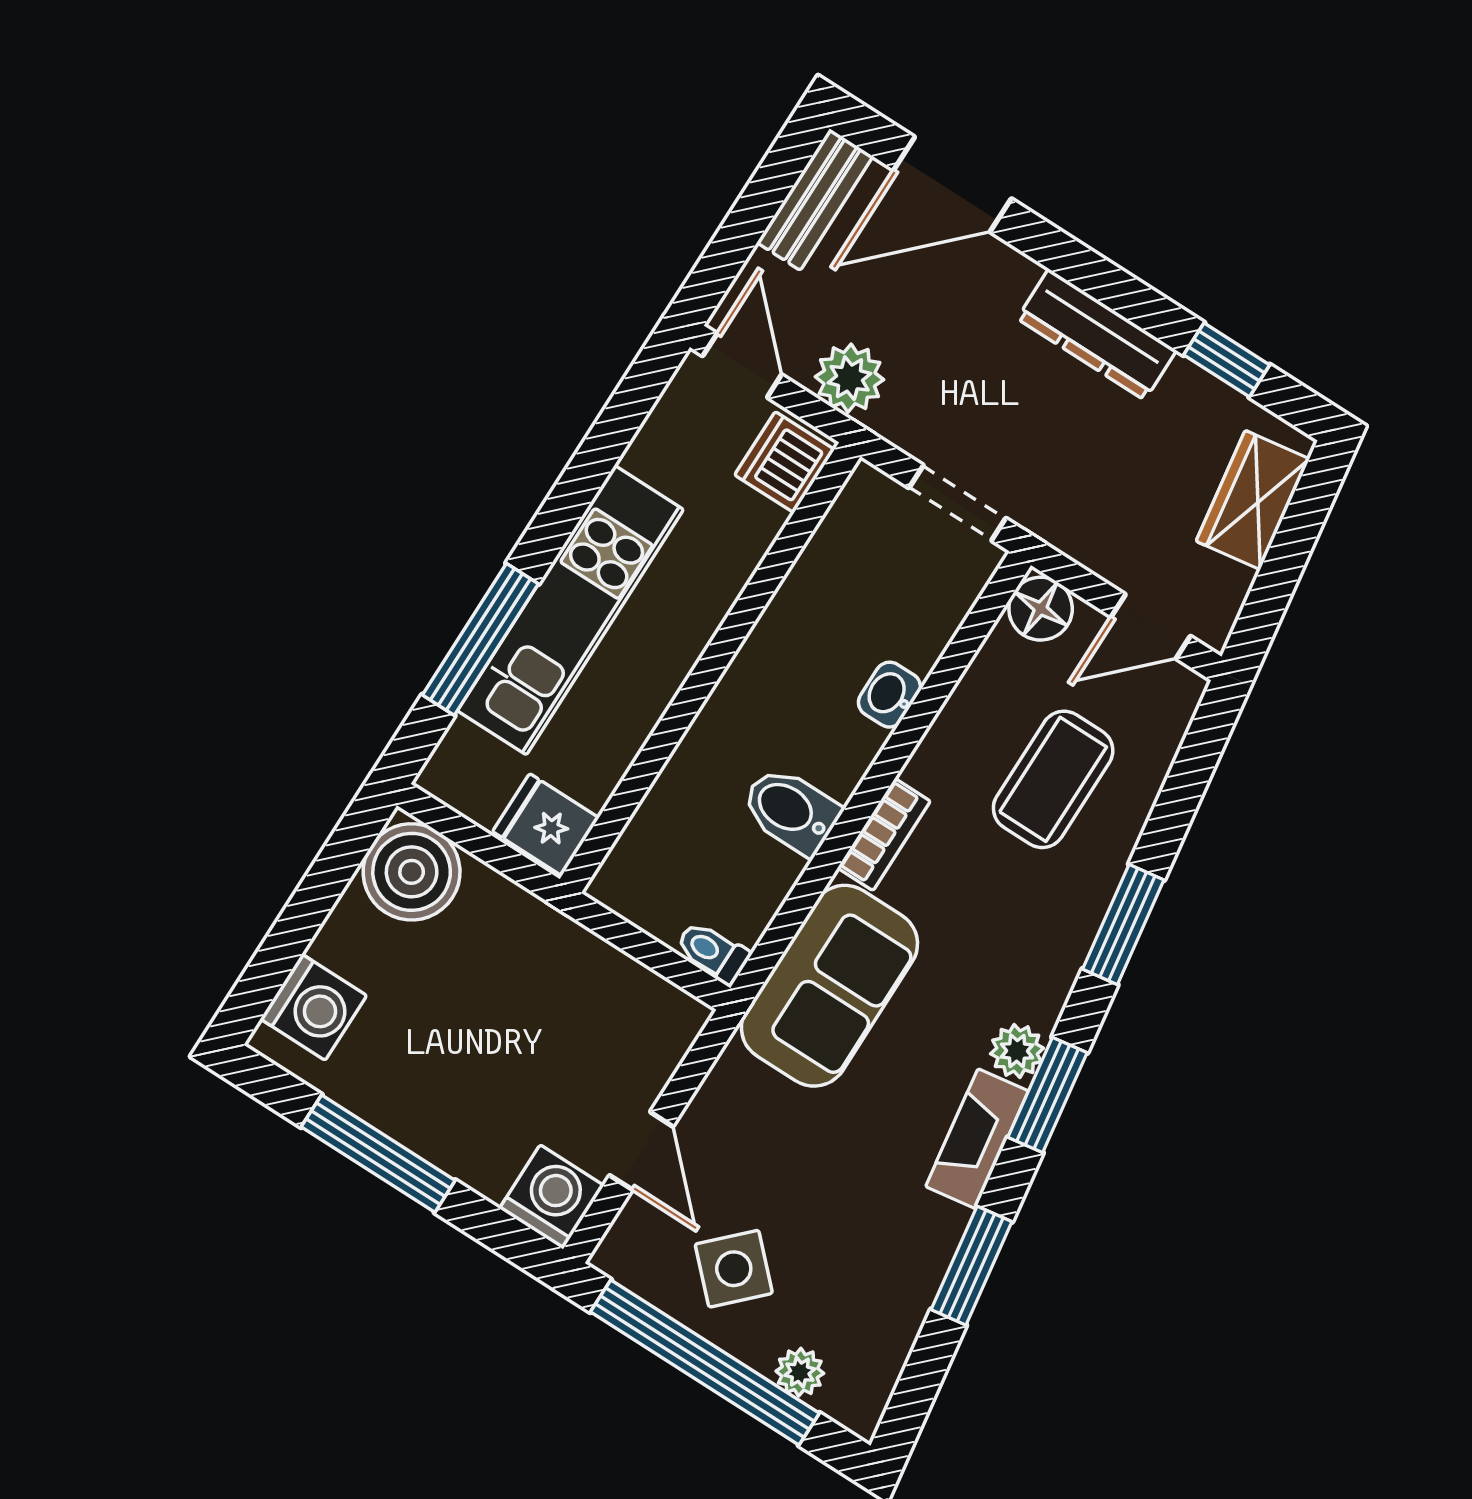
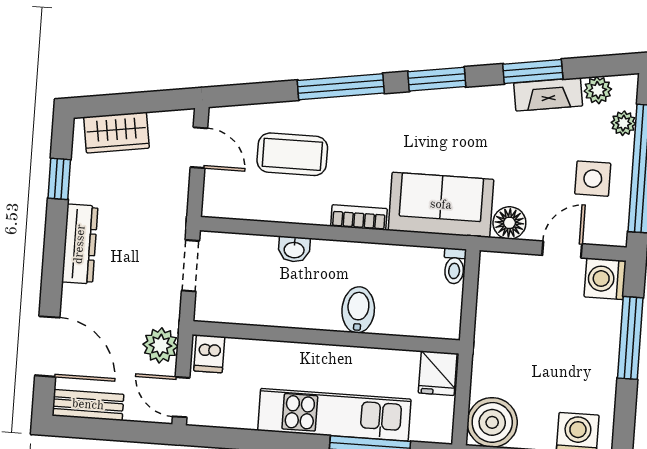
door: (742, 365) -> (181, 397), hinge flipped
dishwasher: (785, 462) -> (209, 354), width x0.73
floor lamp: (1041, 609) -> (509, 223), moved
bidet: (791, 810) -> (358, 310), moved, turned 180
window: (1123, 925) -> (341, 87), width x1.44
plant: (1017, 1051) -> (598, 90), moved
fireplace: (977, 1139) -> (548, 94), moved
window: (378, 1154) -> (630, 338), moved
side table: (734, 1269) -> (593, 179), turned 45

